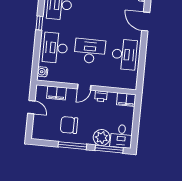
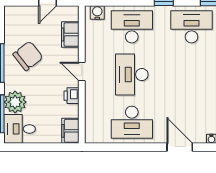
door: (146, 21) -> (180, 147), hinge flipped
desk: (90, 51) -> (132, 75), turned 180
chair: (69, 125) -> (28, 56), turned 52

